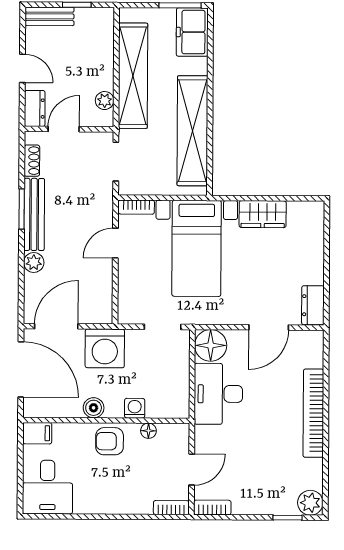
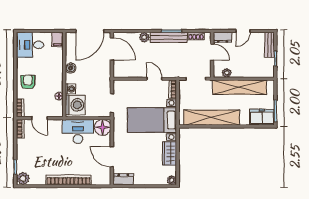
plant: (315, 210) -> (172, 180), added
washing machine: (105, 348) -> (75, 105), moved, turned 180
armchair: (110, 441) -> (28, 82), moved

